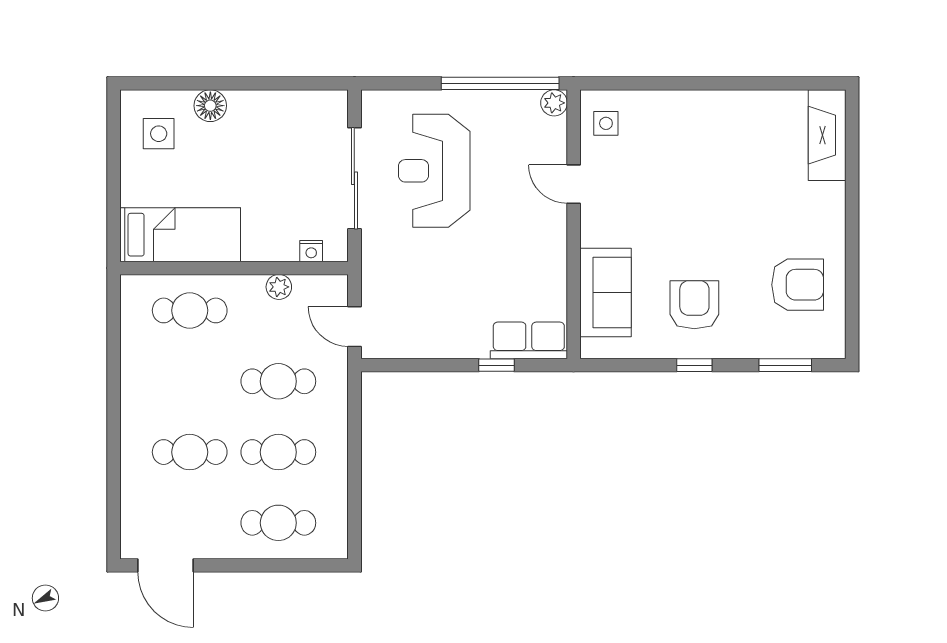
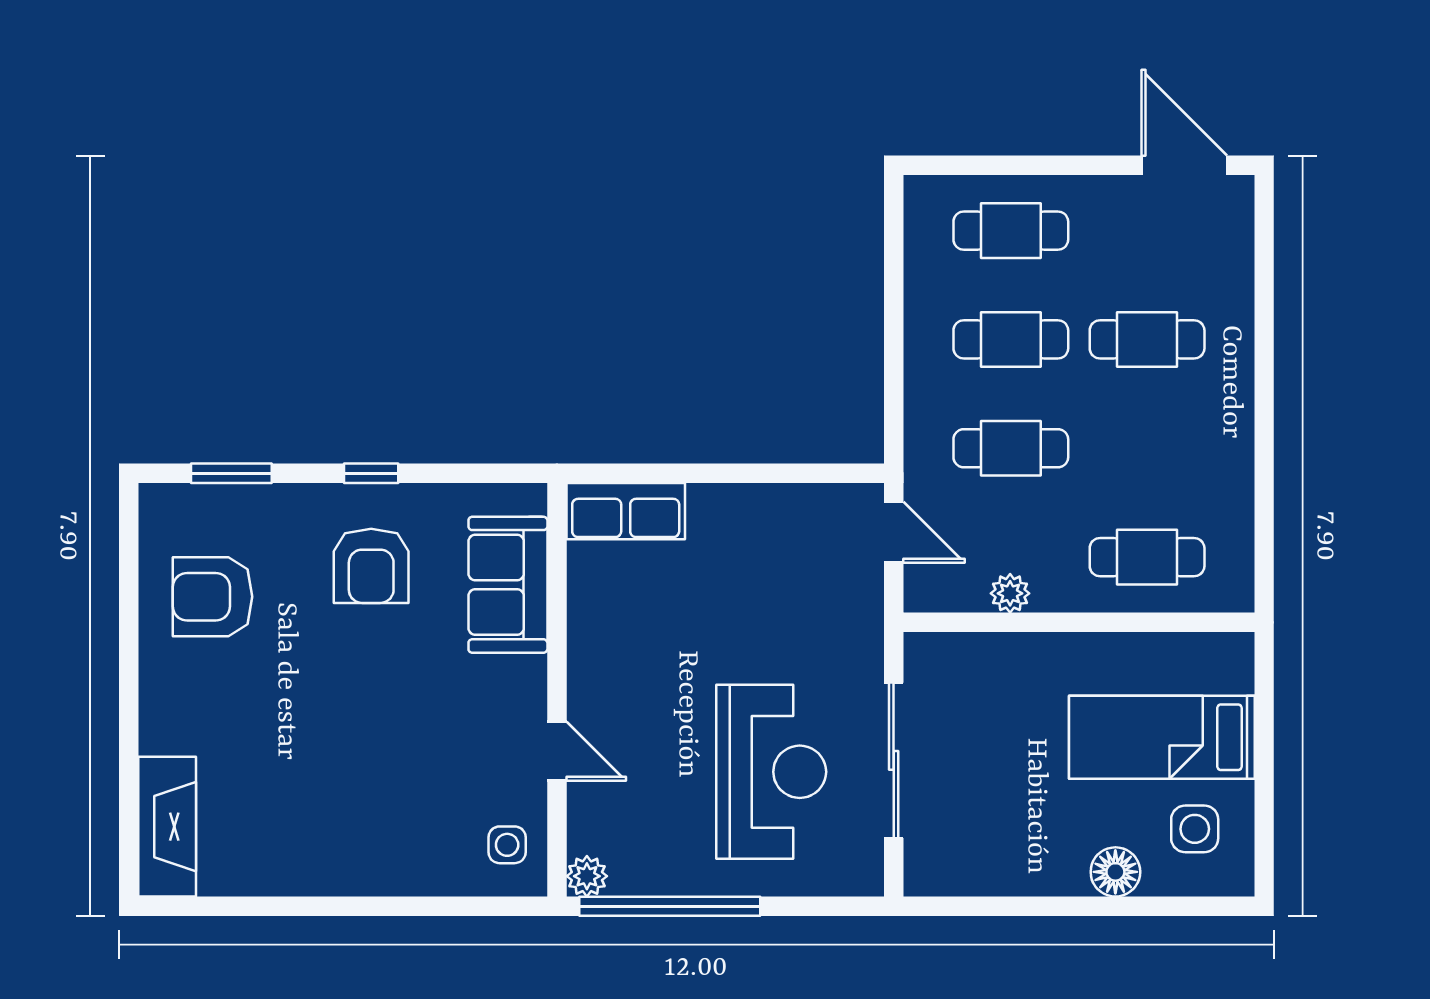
bed: (180, 235) -> (1162, 737), moved
nightstand: (311, 251) -> (960, 648), removed
window: (497, 365) -> (675, 473), removed

